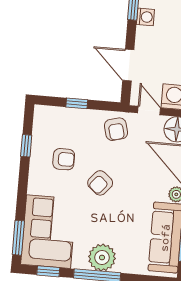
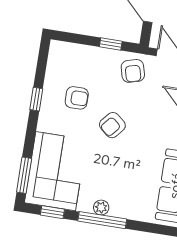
window: (77, 103) -> (111, 44), moved
window: (26, 146) -> (36, 99), moved
plant: (102, 258) -> (101, 207), width x0.53, depth x0.53

